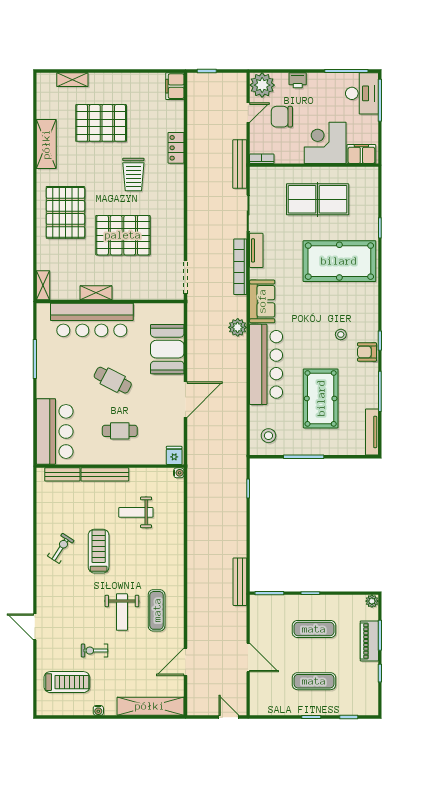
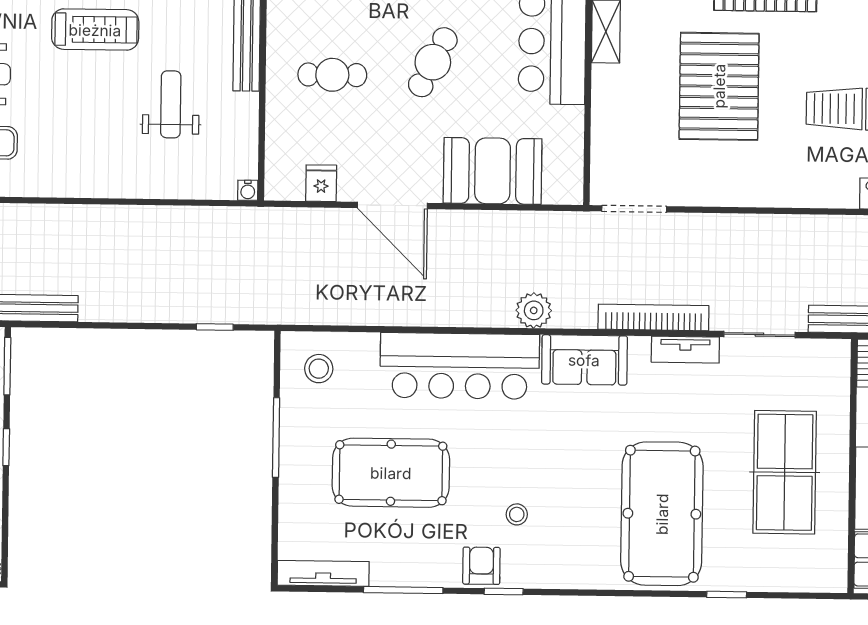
cafe table: (120, 431) -> (332, 75), turned 90
fridge: (174, 455) -> (321, 183), moved, turned -90

